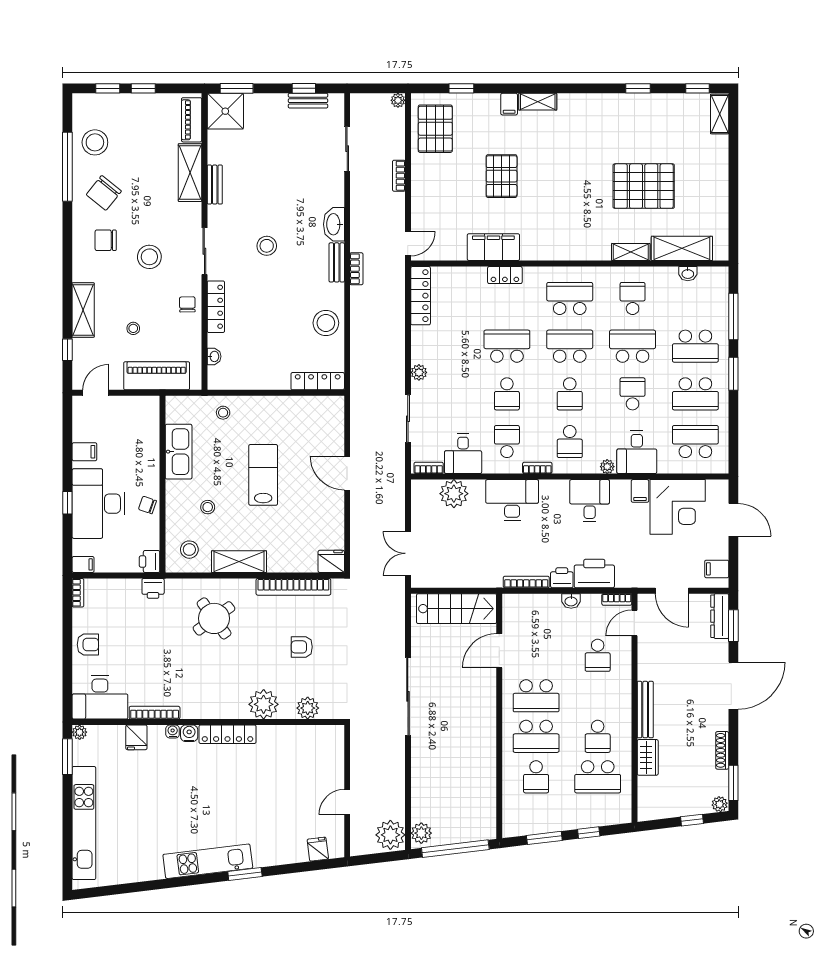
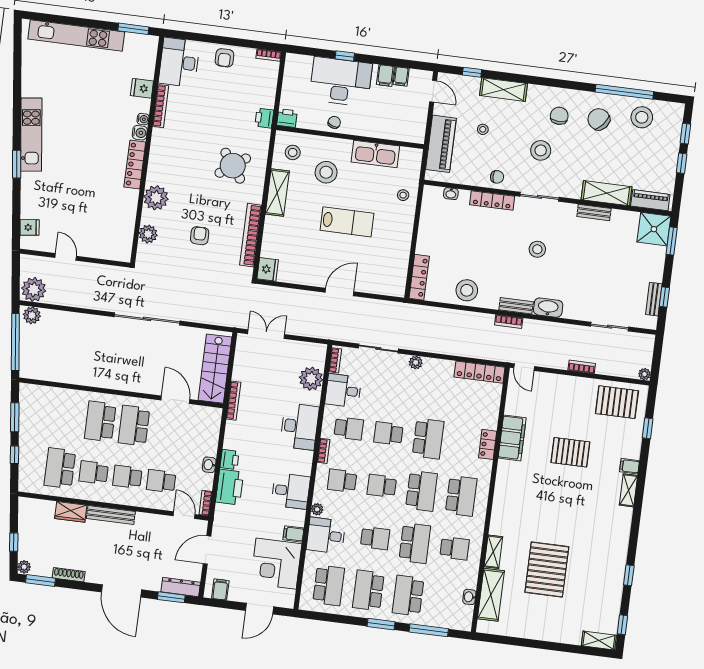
stool: (208, 507) -> (326, 172), width x1.89, depth x1.89
filing cabinet: (83, 564) -> (401, 76), moved
bookcase: (526, 582) -> (233, 401), moved
plant: (80, 732) -> (152, 42), removed
school desk: (536, 777) -> (127, 477), moved

